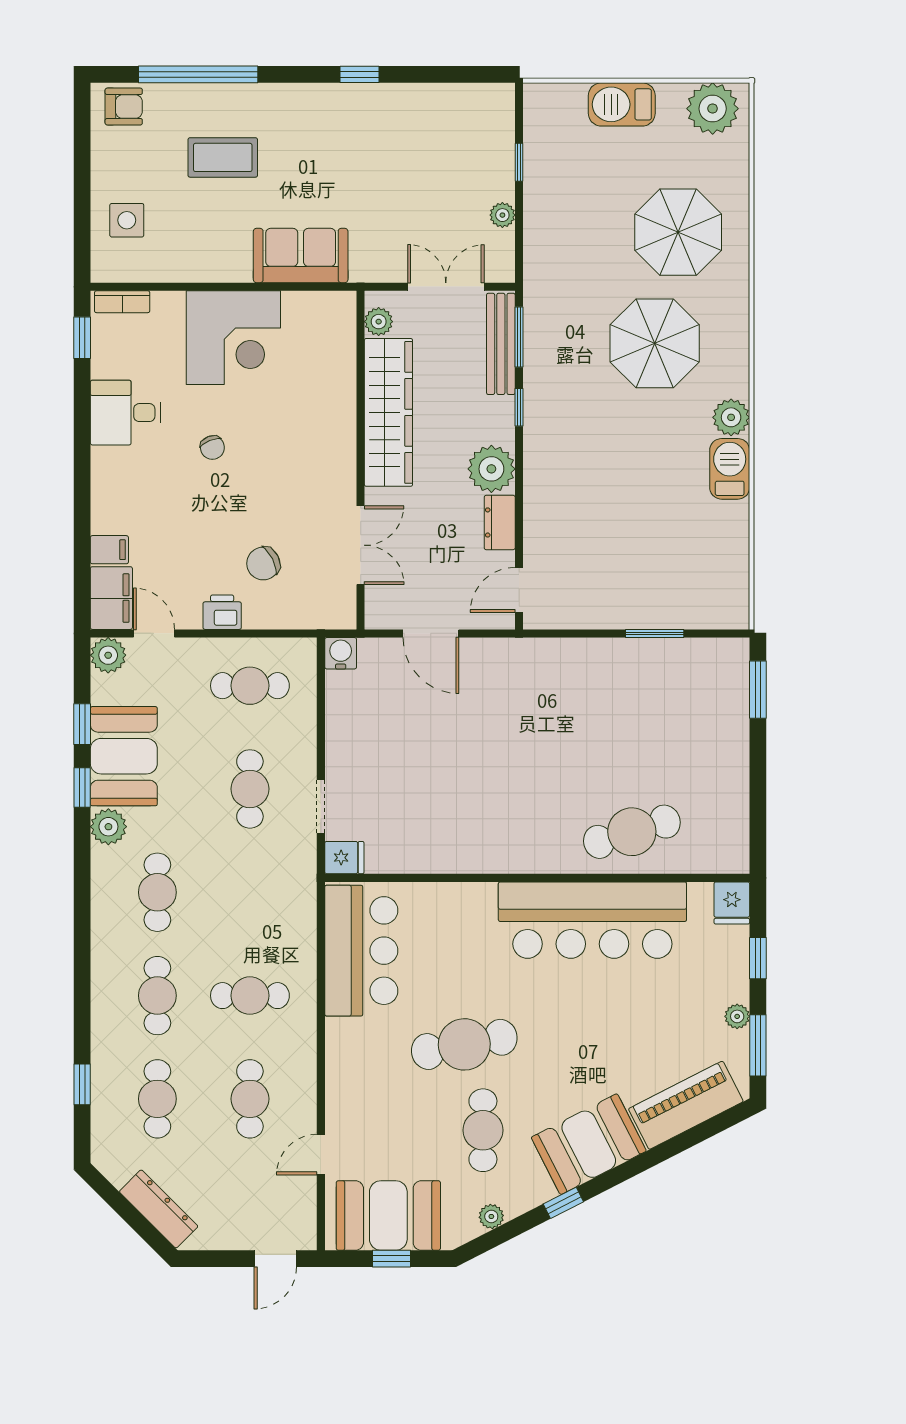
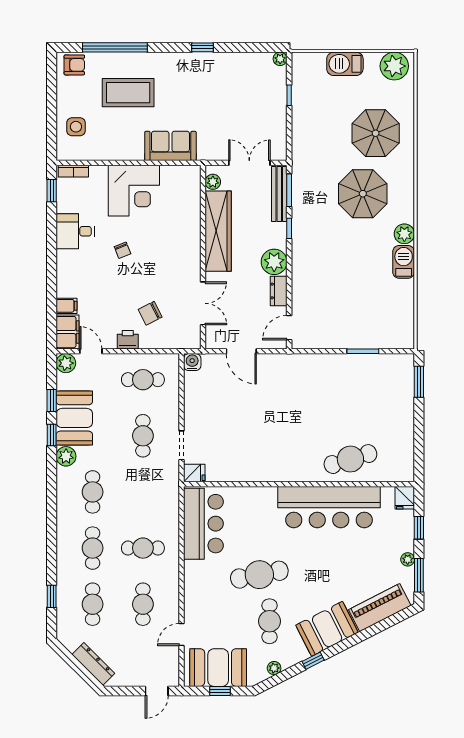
coffee table: (223, 157) -> (128, 93), width x1.36, depth x1.32
plant: (502, 215) -> (280, 59), moved

